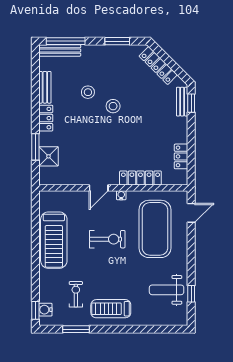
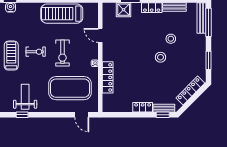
locker: (181, 156) -> (143, 107), moved
door: (99, 188) -> (100, 35), moved
exercise bike: (76, 294) -> (36, 52), moved

